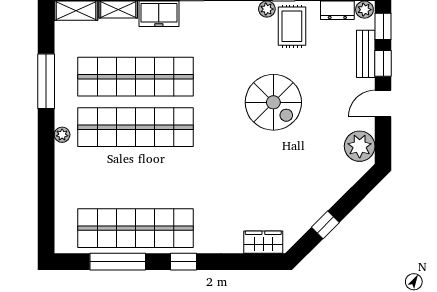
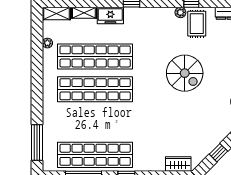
window: (46, 81) -> (37, 143), moved
plant: (62, 135) -> (47, 43), moved

